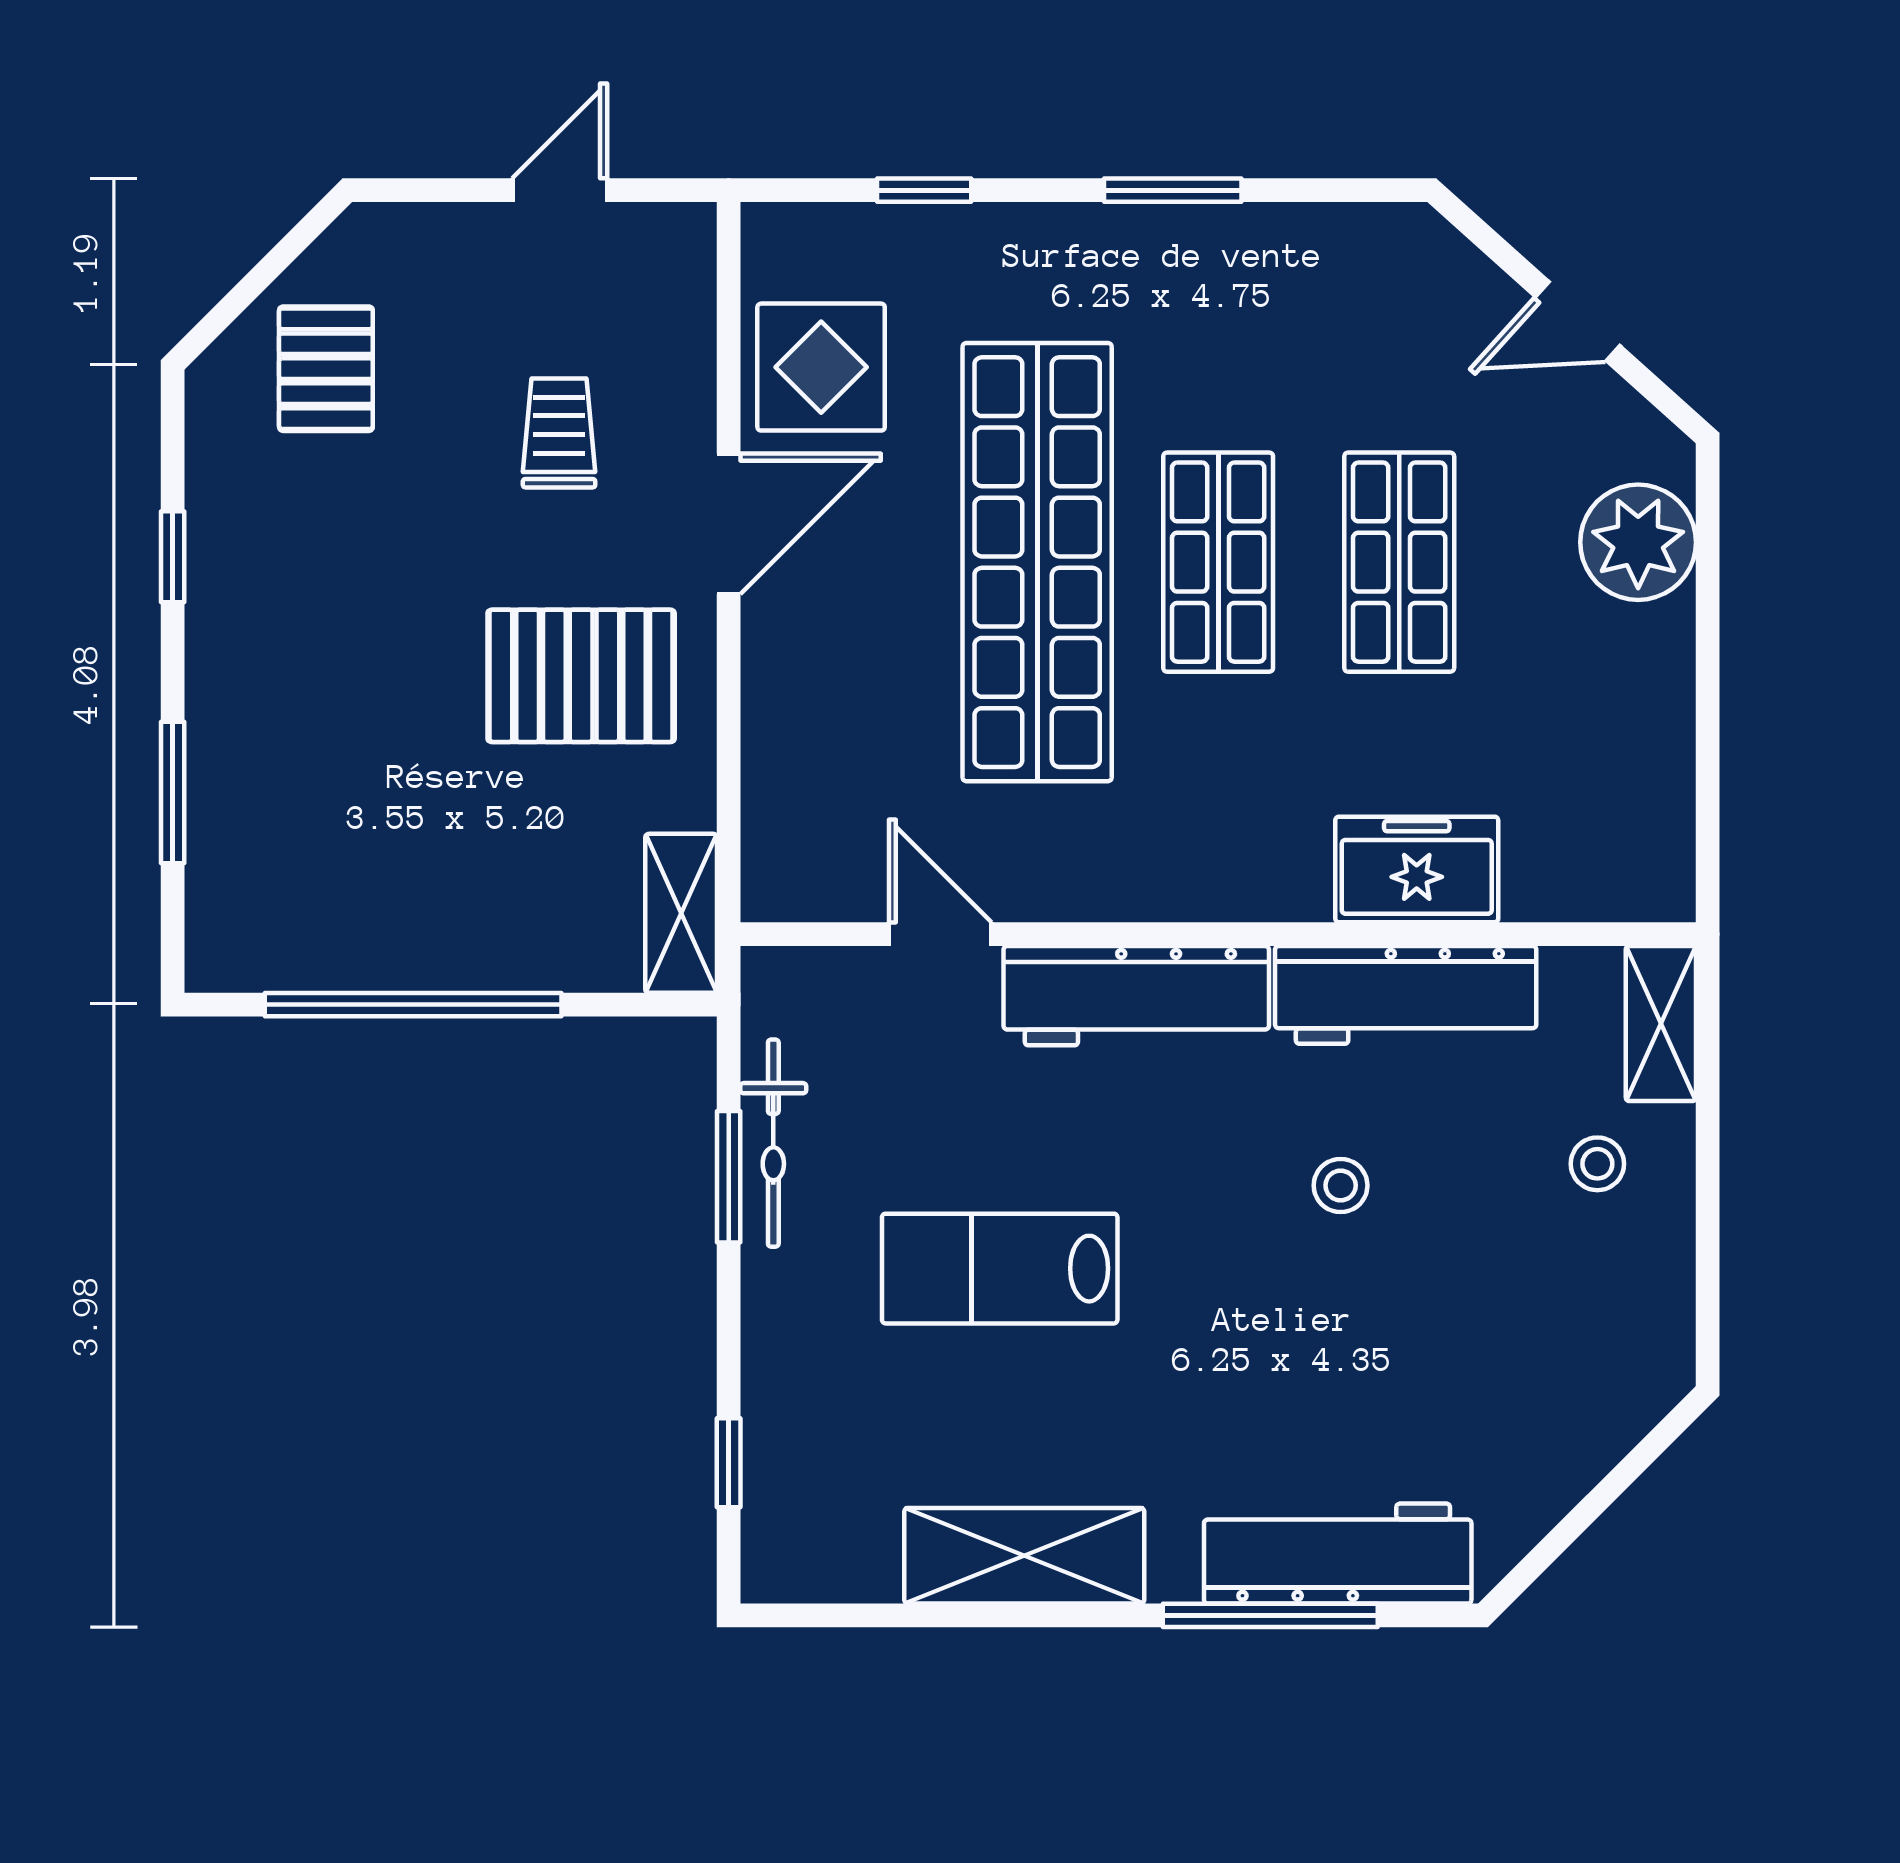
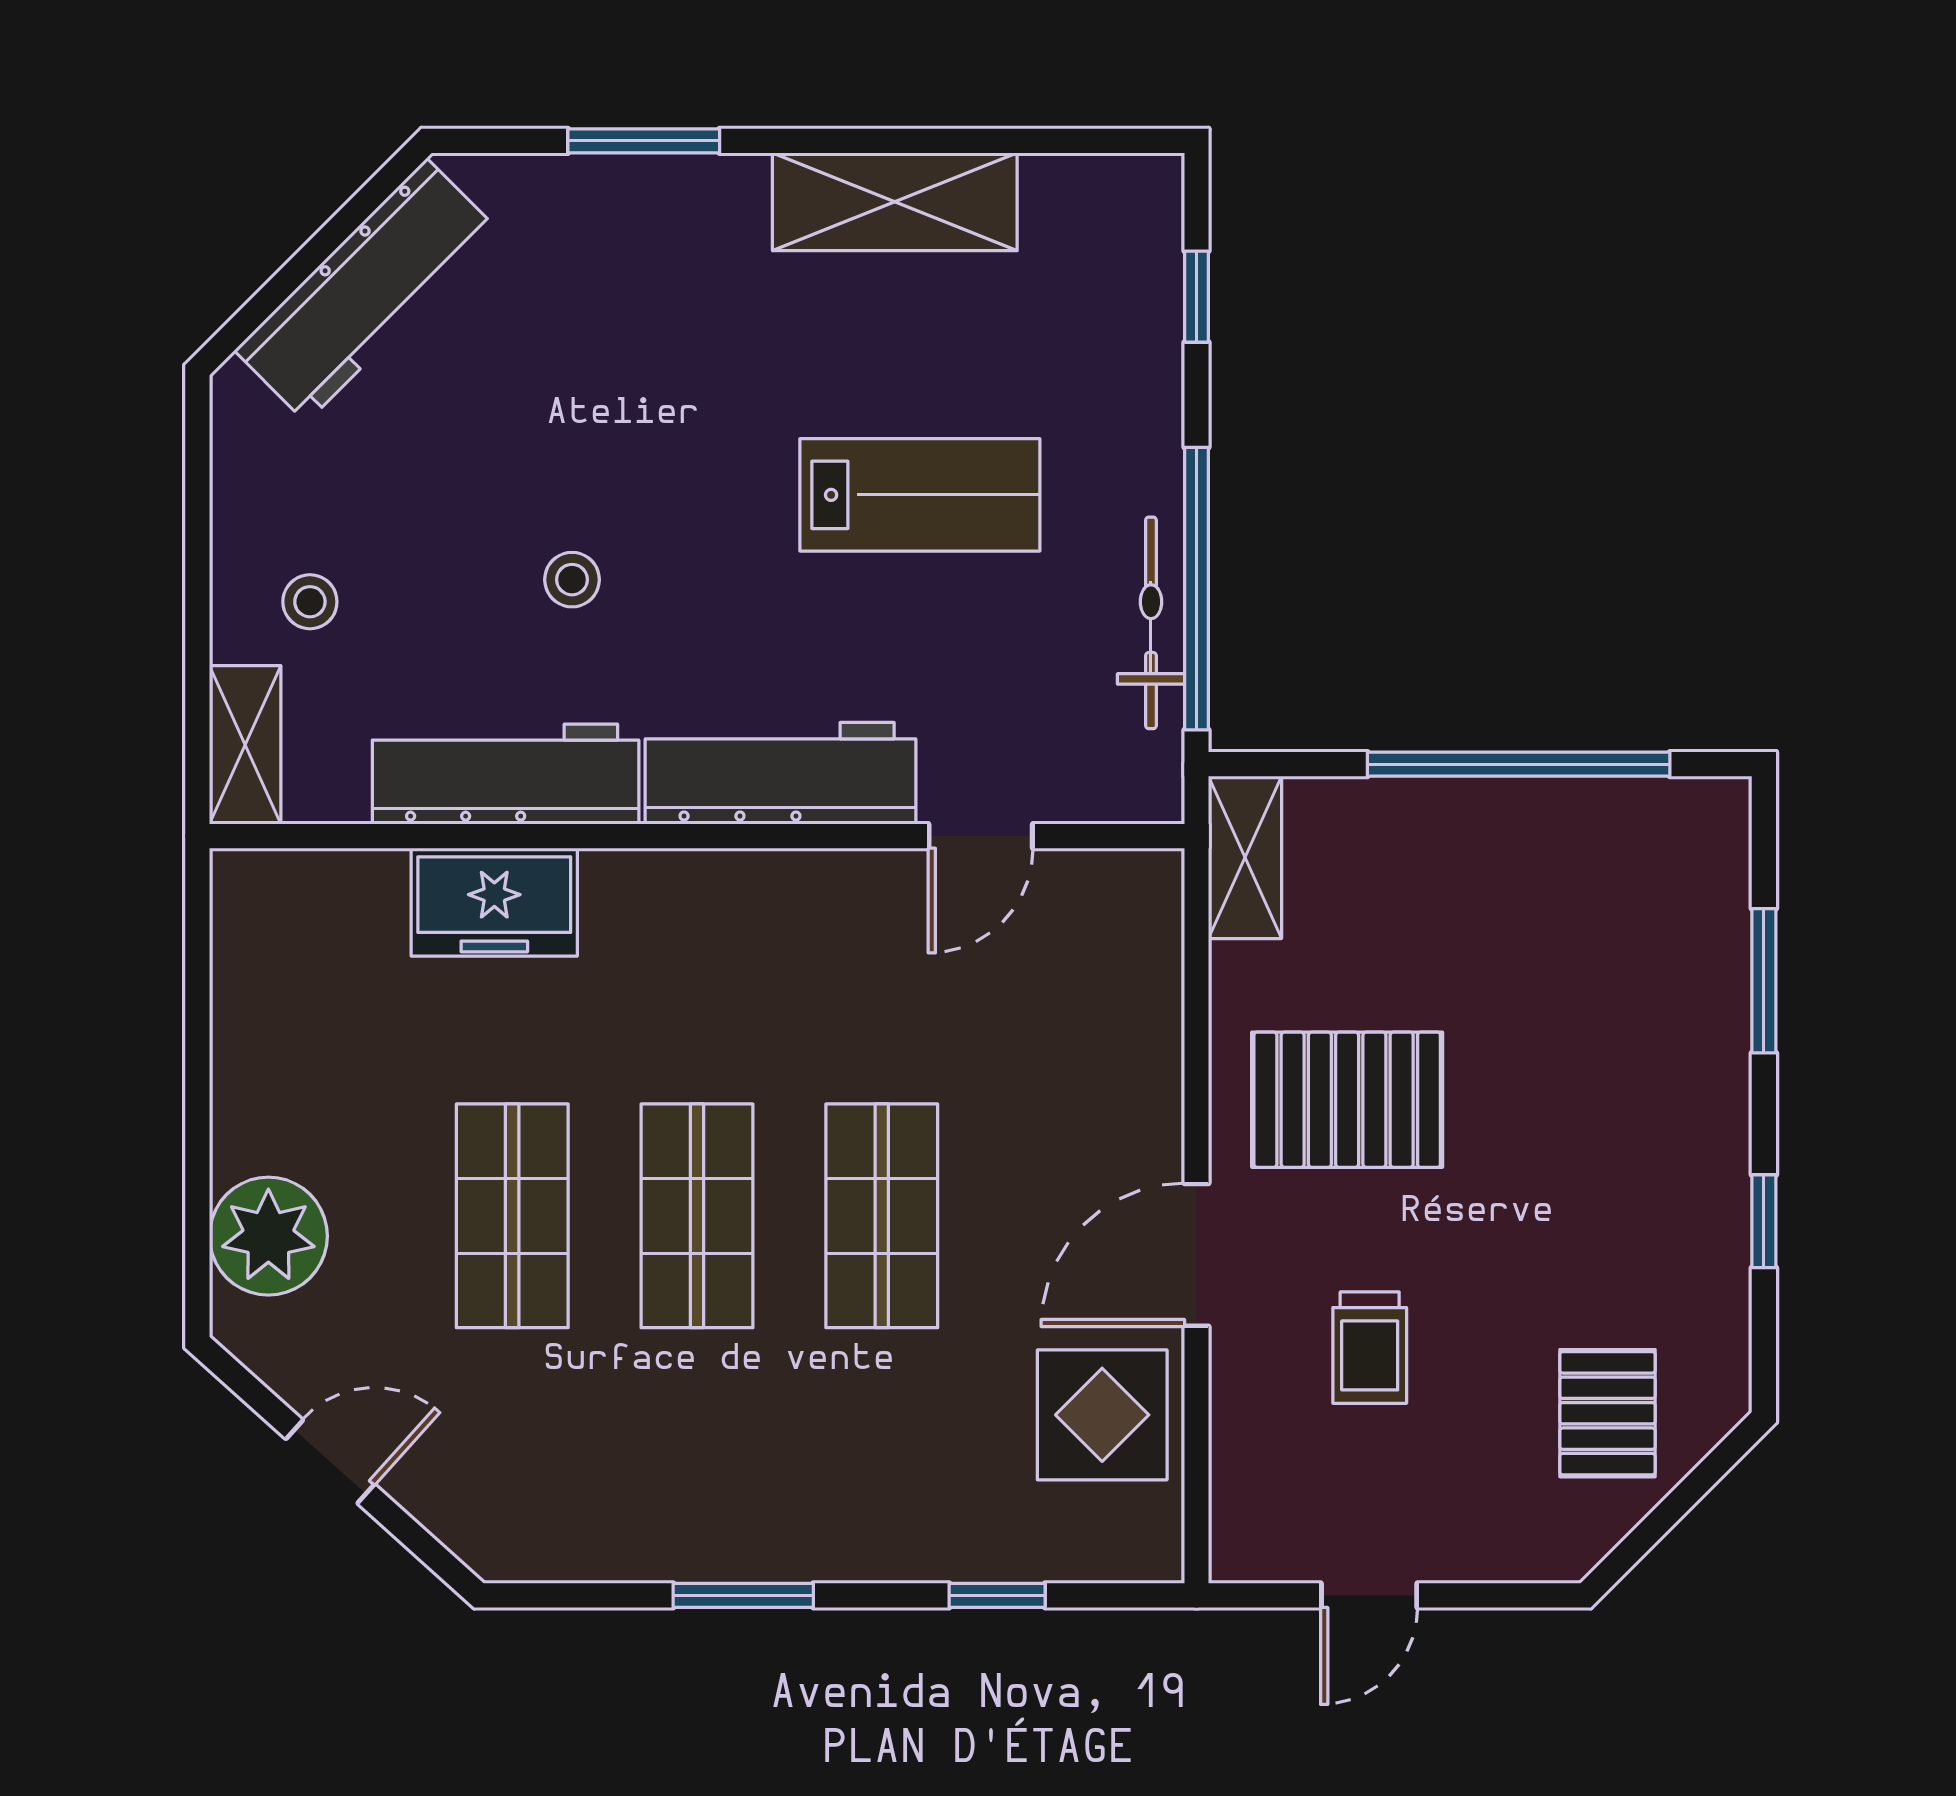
shop shelf: (1037, 562) -> (882, 1216), width x0.50, depth x0.74
door: (940, 934) -> (981, 836), hinge flipped
window: (729, 1177) -> (1197, 589), width x2.11
workbench: (1338, 1554) -> (366, 290), moved, turned -45
window: (1270, 1615) -> (644, 141), width x0.69

